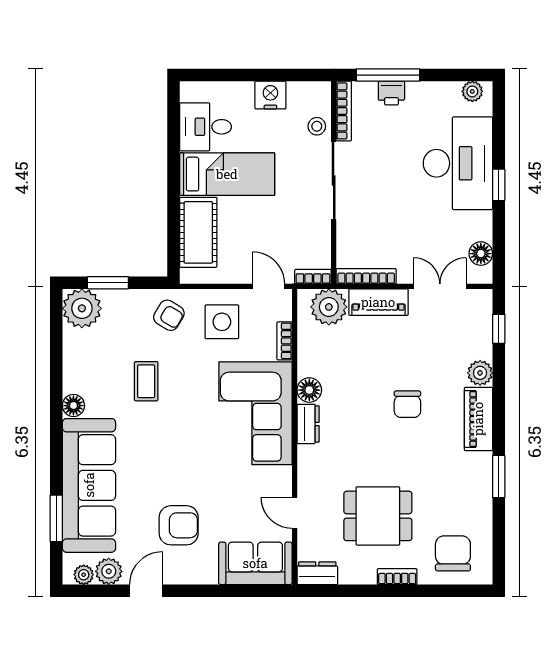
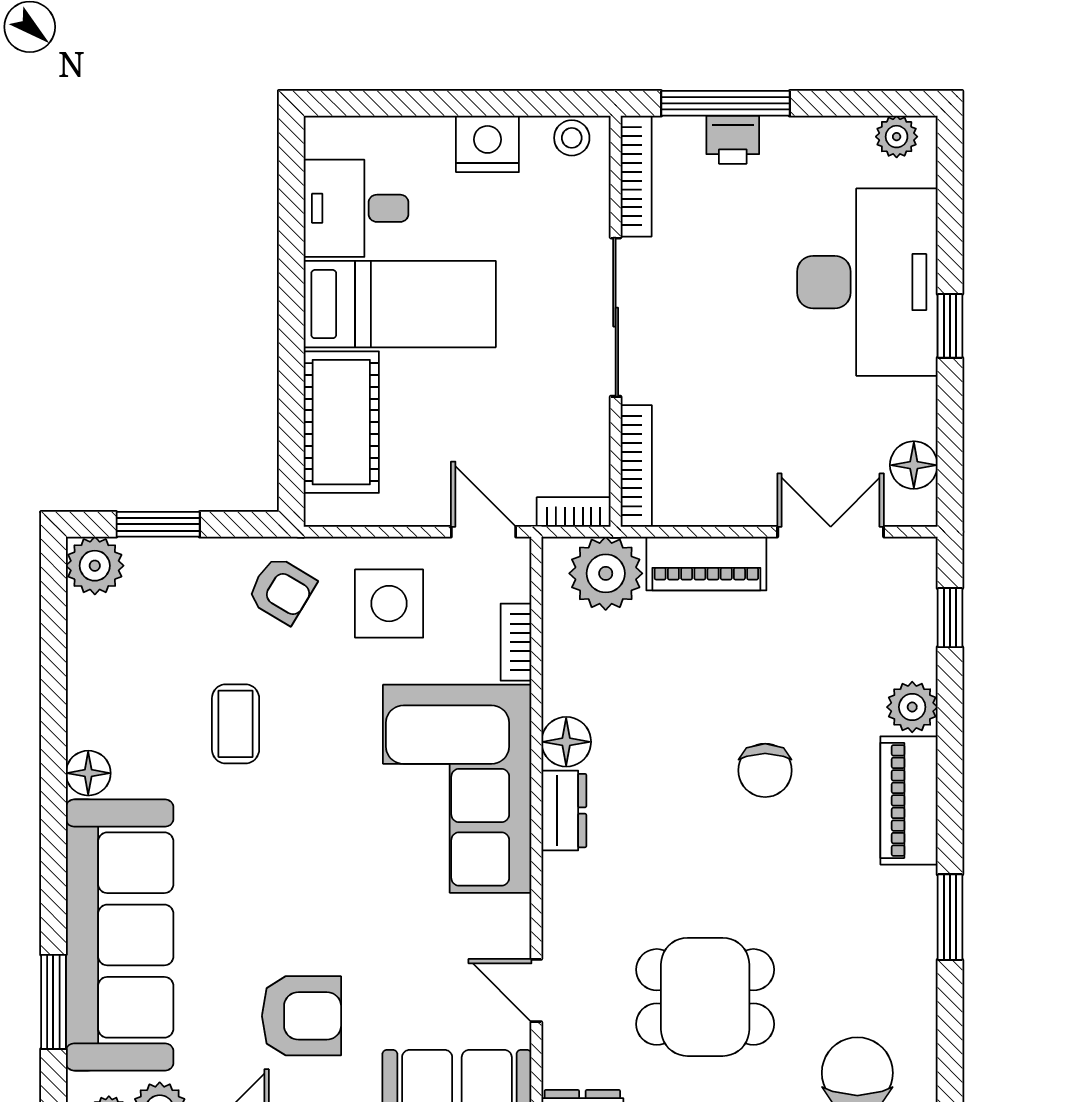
stool: (317, 126) -> (572, 138), moved
bookcase: (366, 276) -> (636, 466), moved, turned 90
plant: (82, 308) -> (95, 566), width x0.73, depth x0.73

